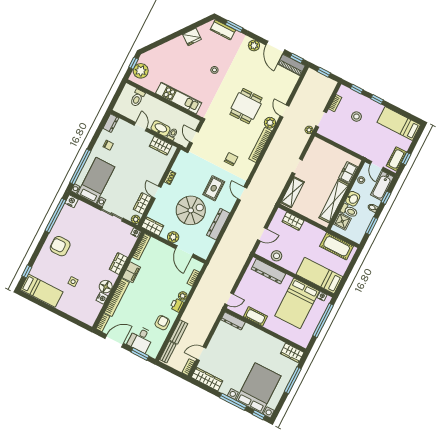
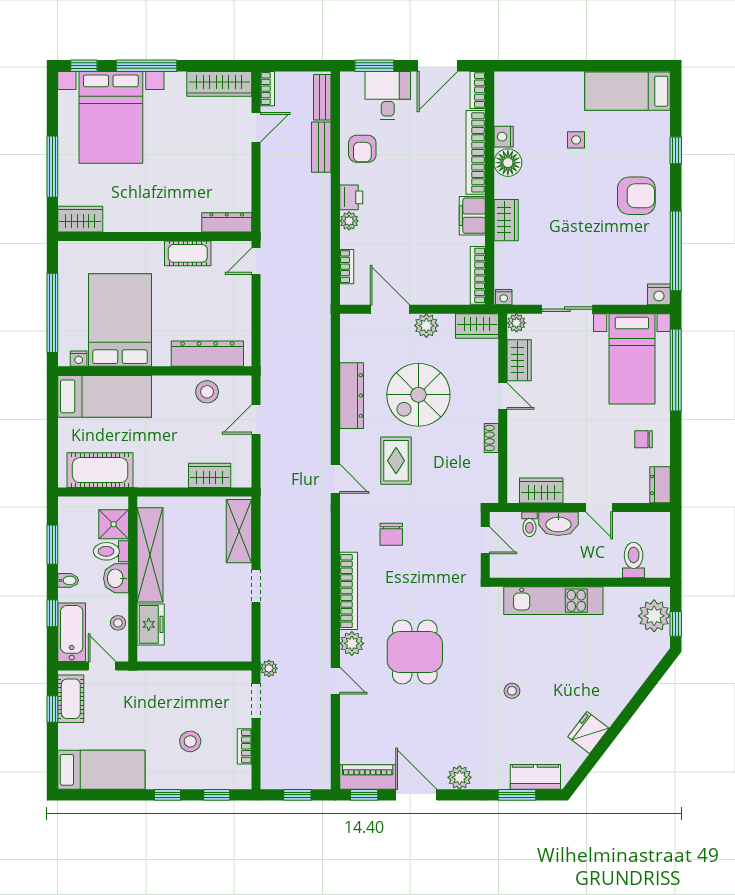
window: (27, 271) -> (676, 150), moved

